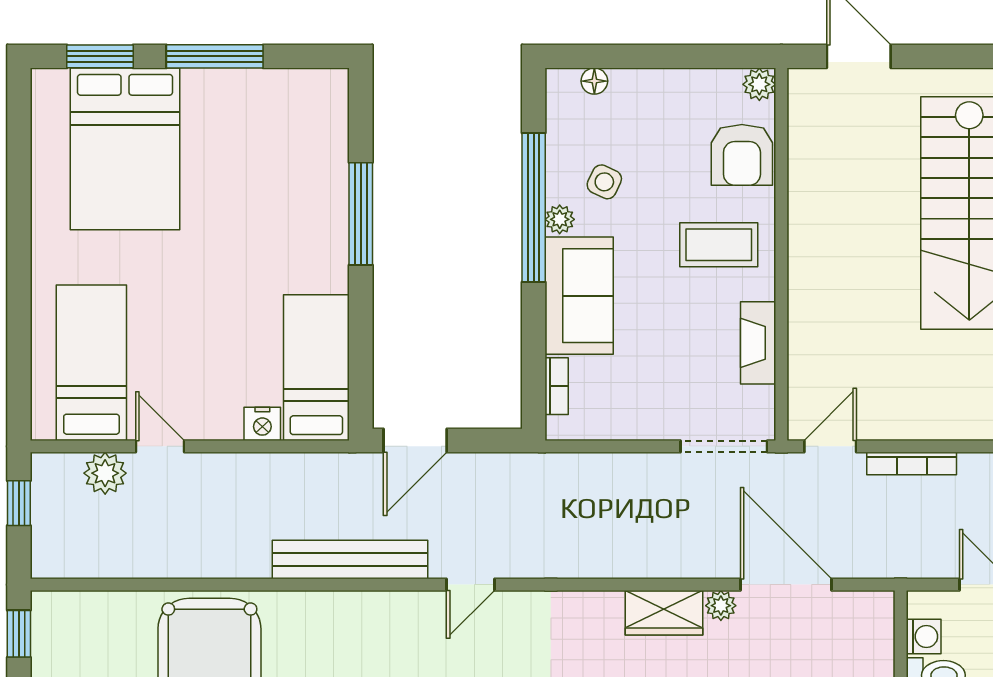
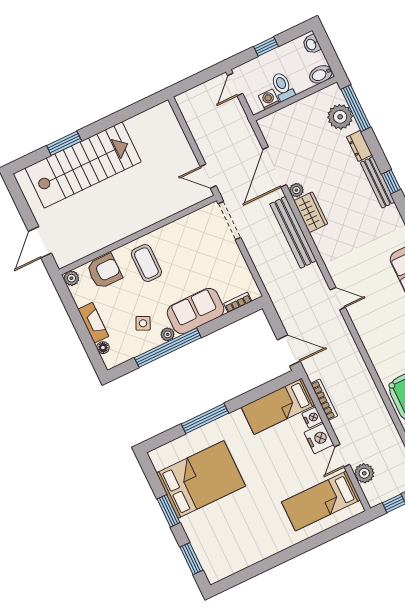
window: (215, 56) -> (168, 511), width x0.69
bed: (125, 149) -> (201, 479), moved
fireplace: (758, 343) -> (93, 323), moved, turned -90
nightstand: (215, 417) -> (319, 439), added
bookcase: (912, 463) -> (324, 400), moved
bench: (350, 560) -> (293, 232), moved

